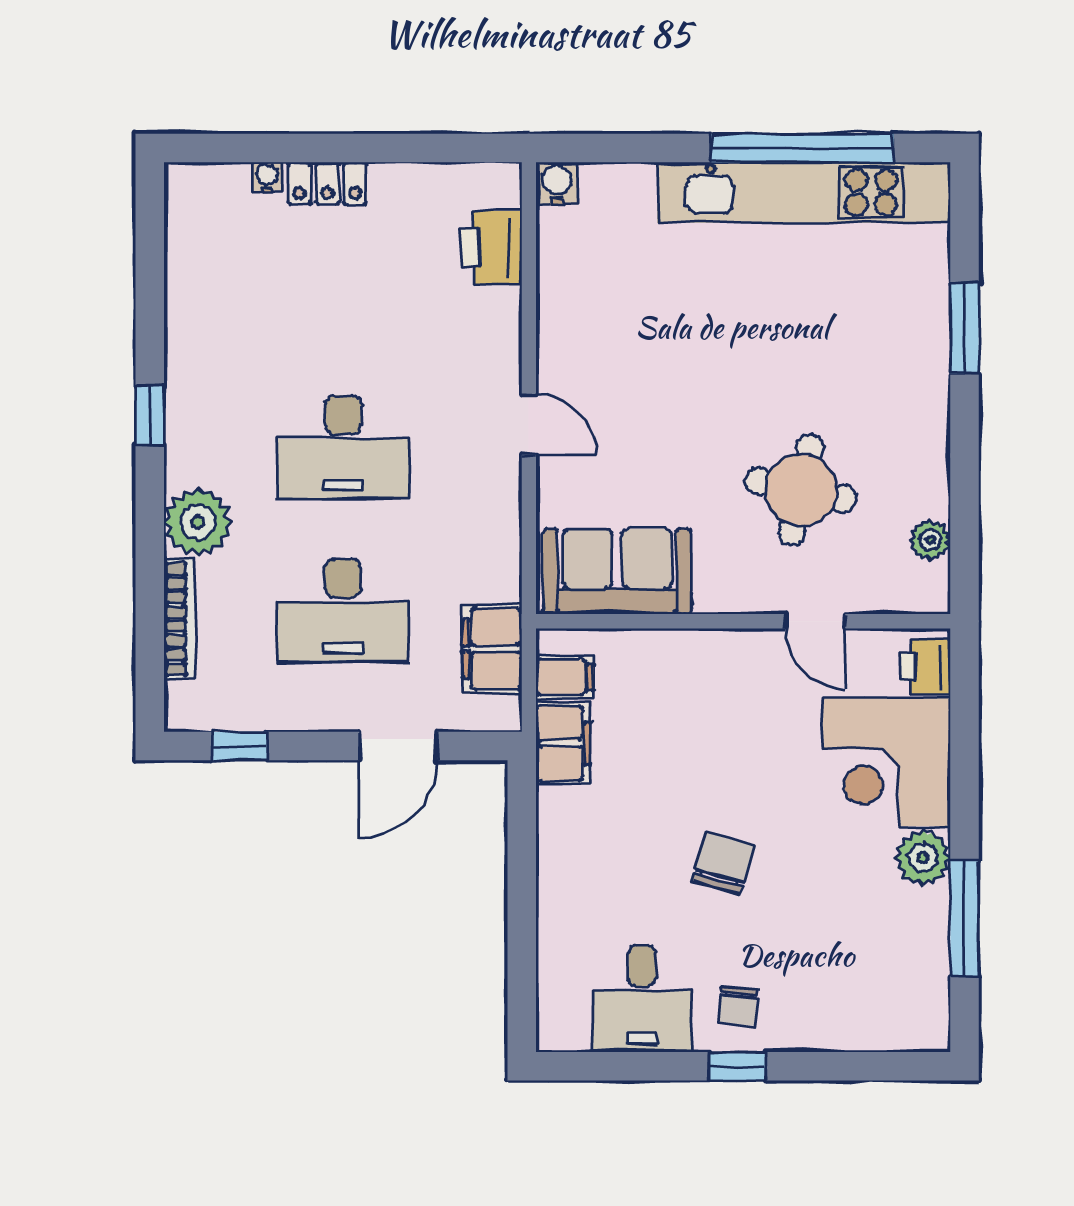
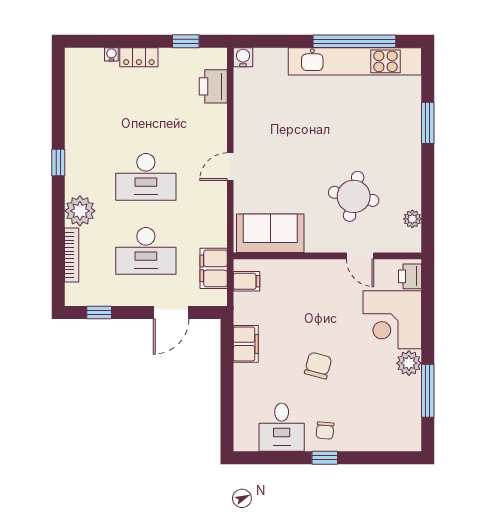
window: (431, 148) -> (186, 41), added
door: (529, 425) -> (230, 167), swing flipped
filing cabinet: (563, 743) -> (246, 344), moved

